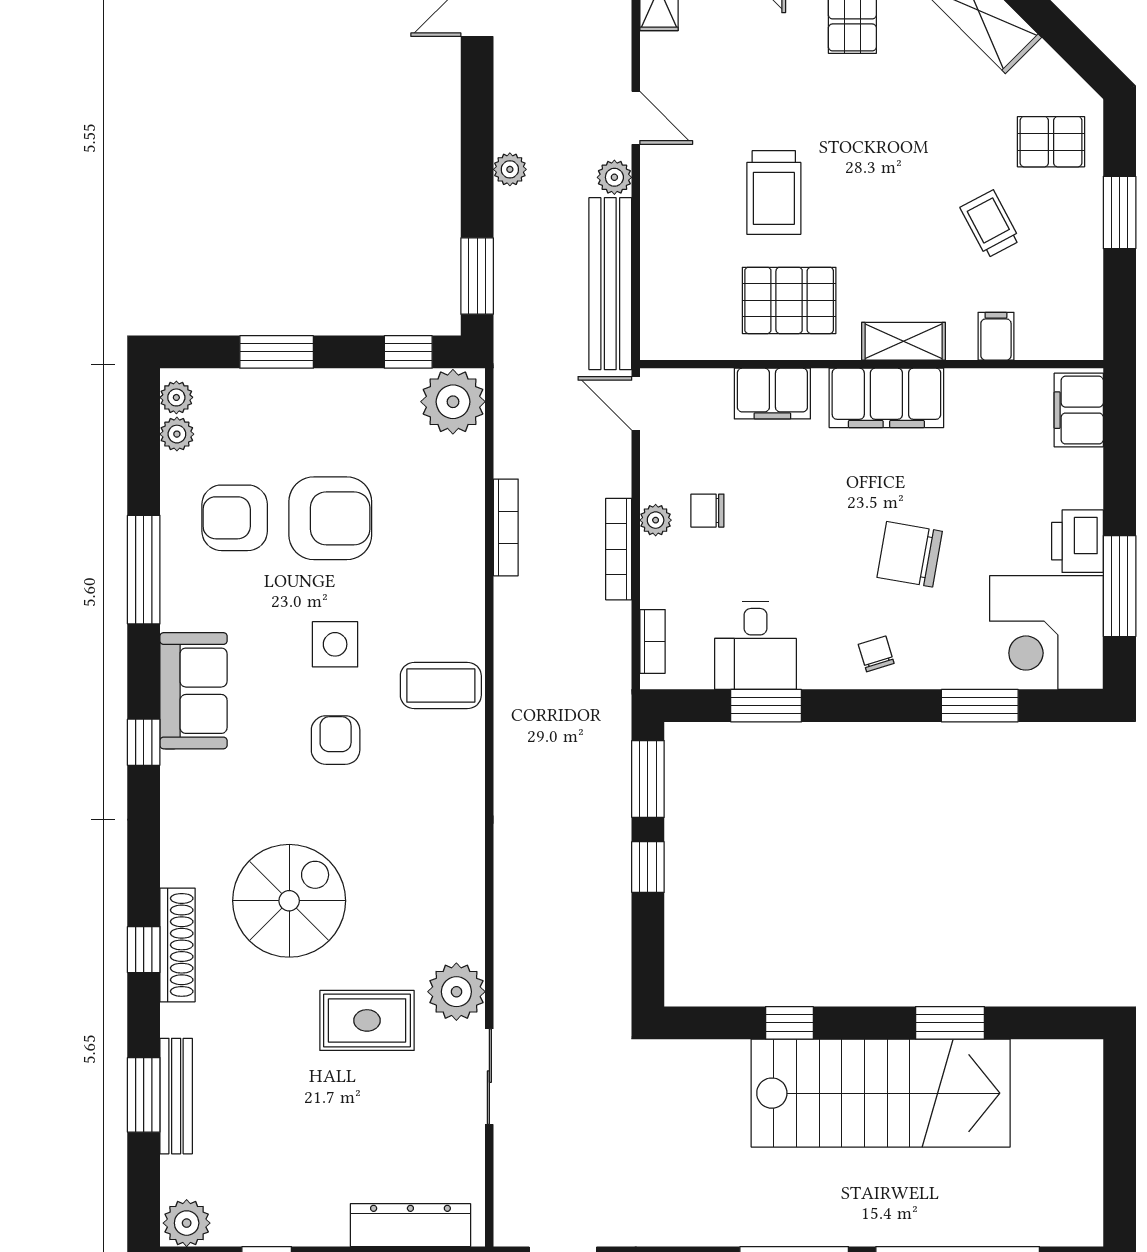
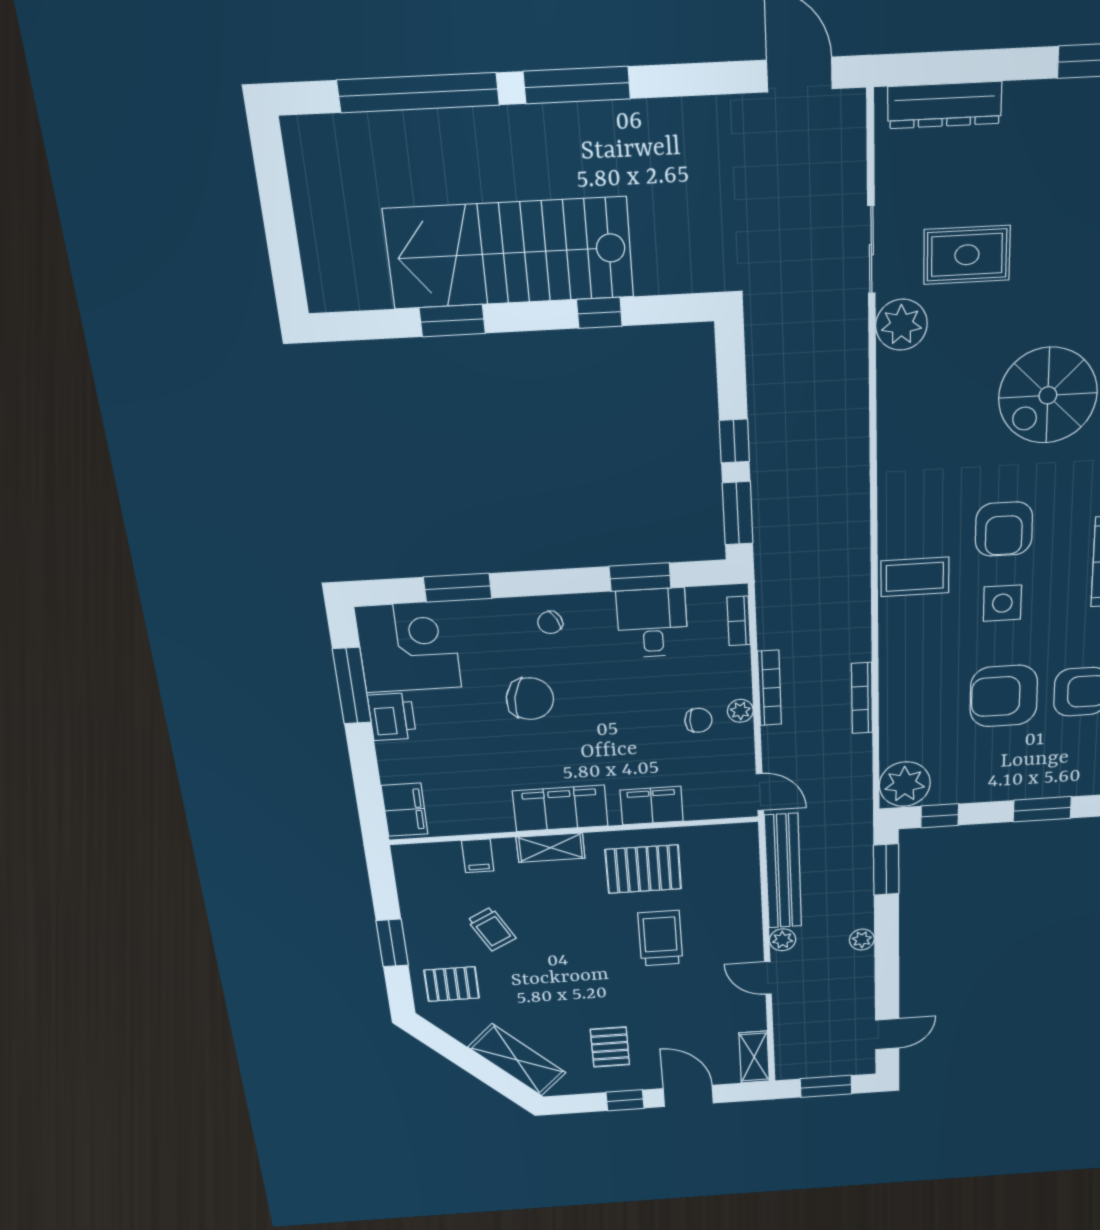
chair: (876, 654) -> (550, 623), turned 79
armchair: (336, 740) -> (1004, 529), width x1.38, depth x1.38
rug: (367, 1020) -> (967, 255), moved

